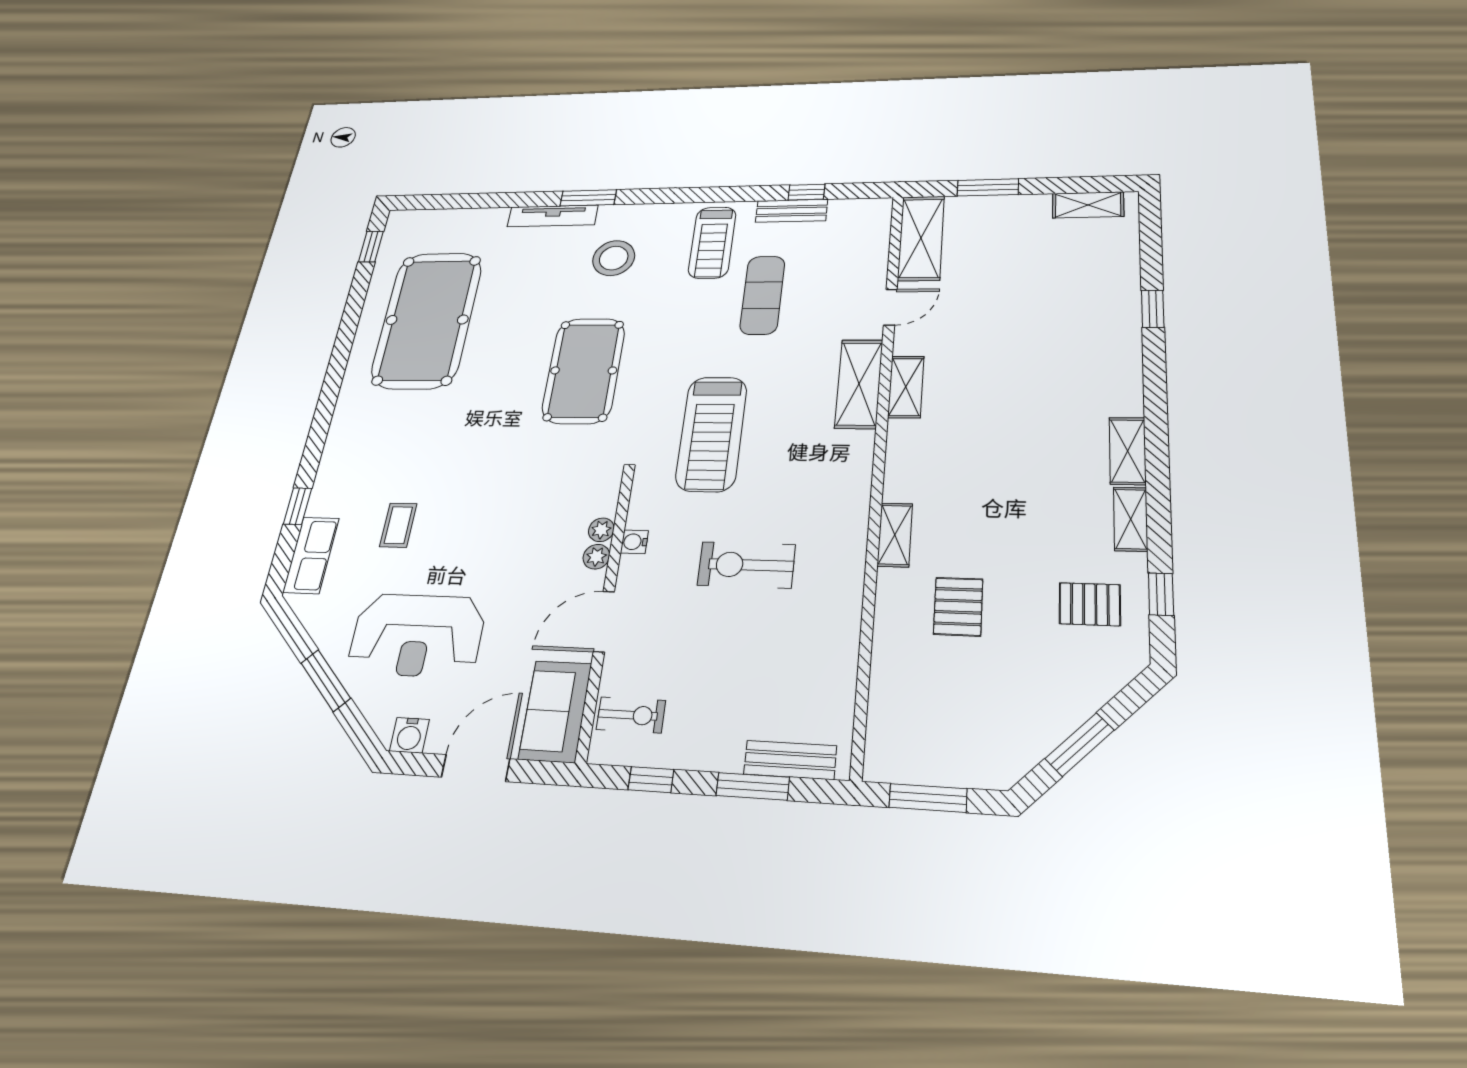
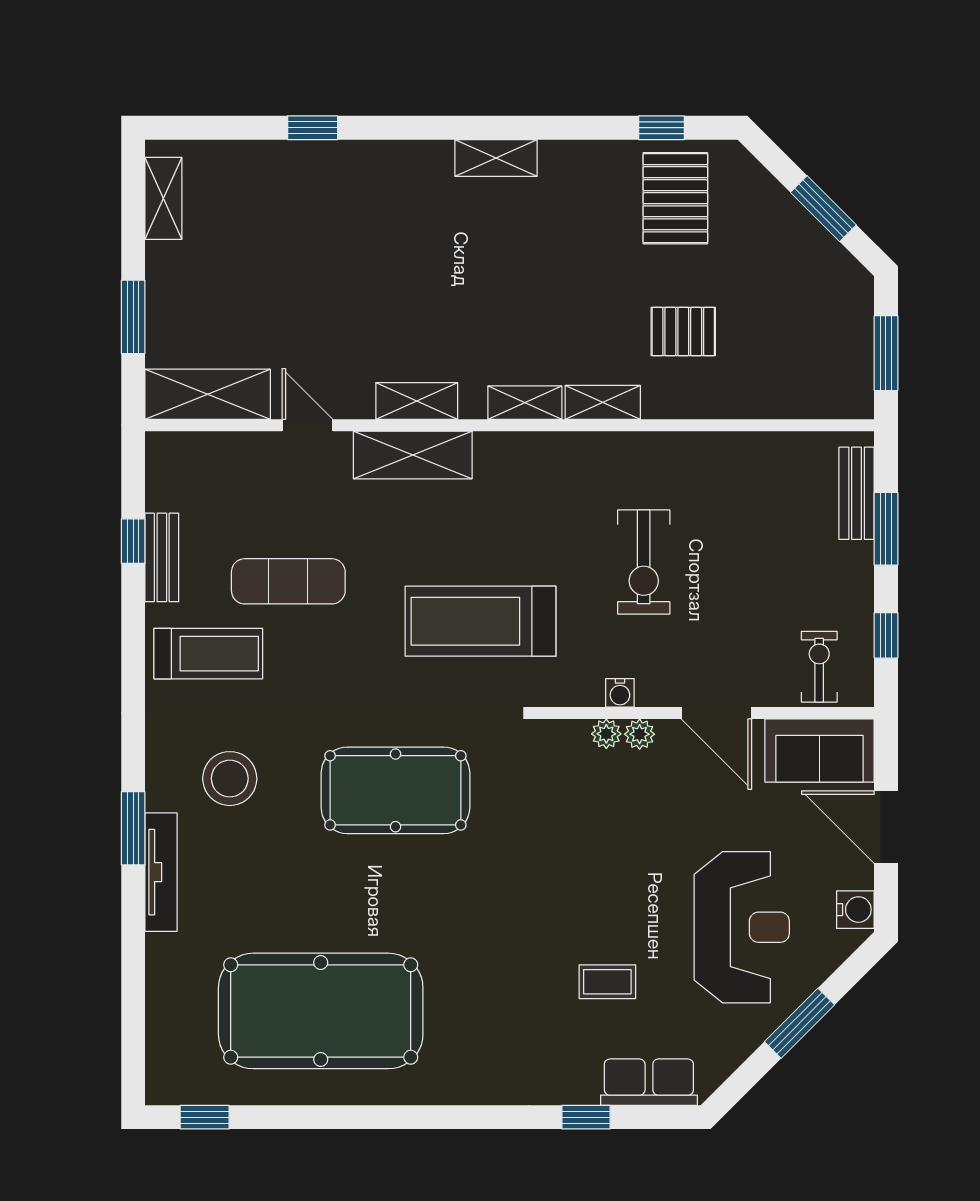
treadmill: (711, 434) -> (480, 621), turned 180
shelving: (1131, 519) -> (525, 403), moved
pallet: (1090, 604) -> (675, 198), width x1.50, depth x1.42

